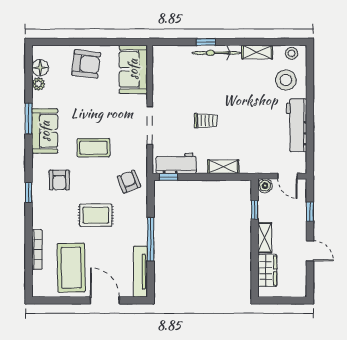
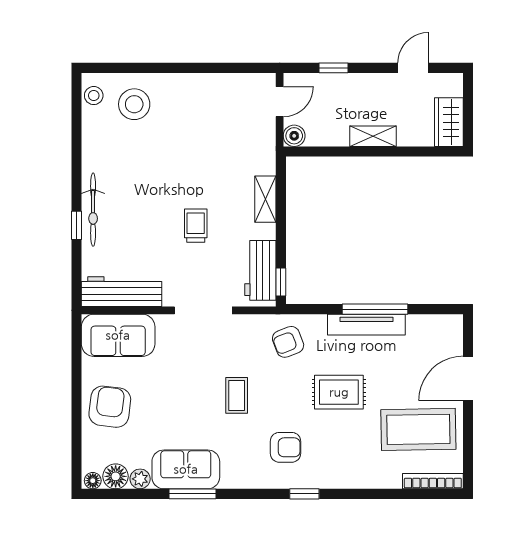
shelving: (257, 52) -> (92, 148), removed
floor lamp: (37, 53) -> (93, 481), added
workbench: (297, 125) -> (121, 292), moved, turned 180
sofa: (45, 131) -> (186, 469), moved
coffee table: (94, 148) -> (237, 395), width x0.73, depth x0.77
window: (255, 210) -> (330, 152), removed
rug: (96, 215) -> (339, 392), turned 90
bookcase: (37, 249) -> (433, 481), moved
door: (310, 251) -> (413, 68), moved
wardrobe: (267, 270) -> (449, 122), moved, turned -90
tv unit: (140, 272) -> (366, 325), moved

